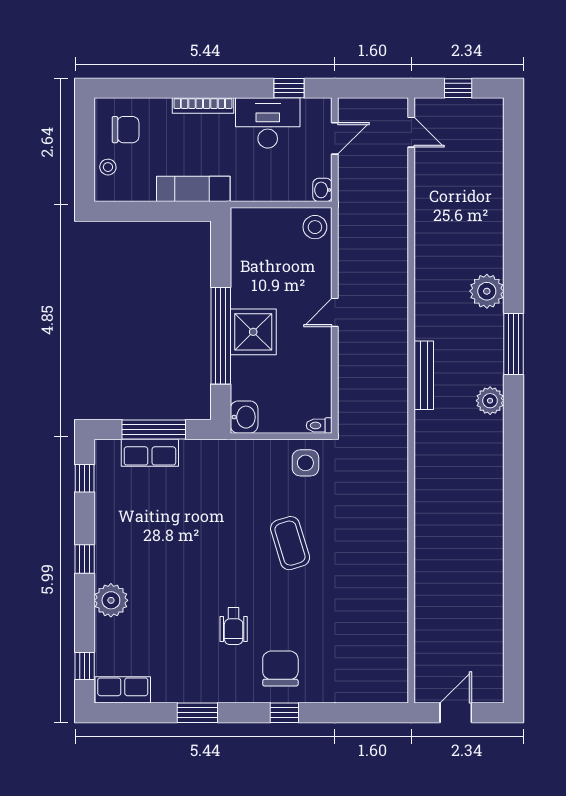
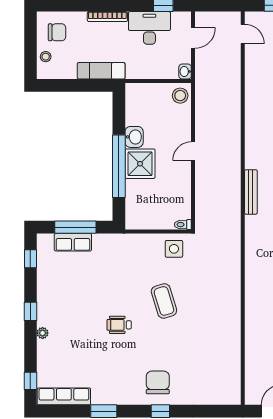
washbasin: (244, 417) -> (134, 137), moved
plant: (111, 600) -> (43, 333), width x0.53, depth x0.53
wheelchair: (234, 626) -> (119, 325), moved, turned 90
row of seats: (123, 690) -> (64, 396), width x1.48

